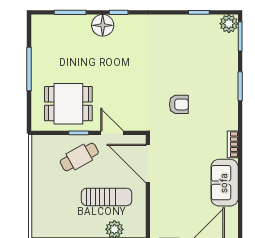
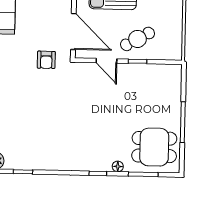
floor lamp: (103, 25) -> (118, 166), width x0.53, depth x0.53
dining table: (68, 104) -> (154, 147), moved
armchair: (179, 104) -> (46, 60), moved, turned -90

